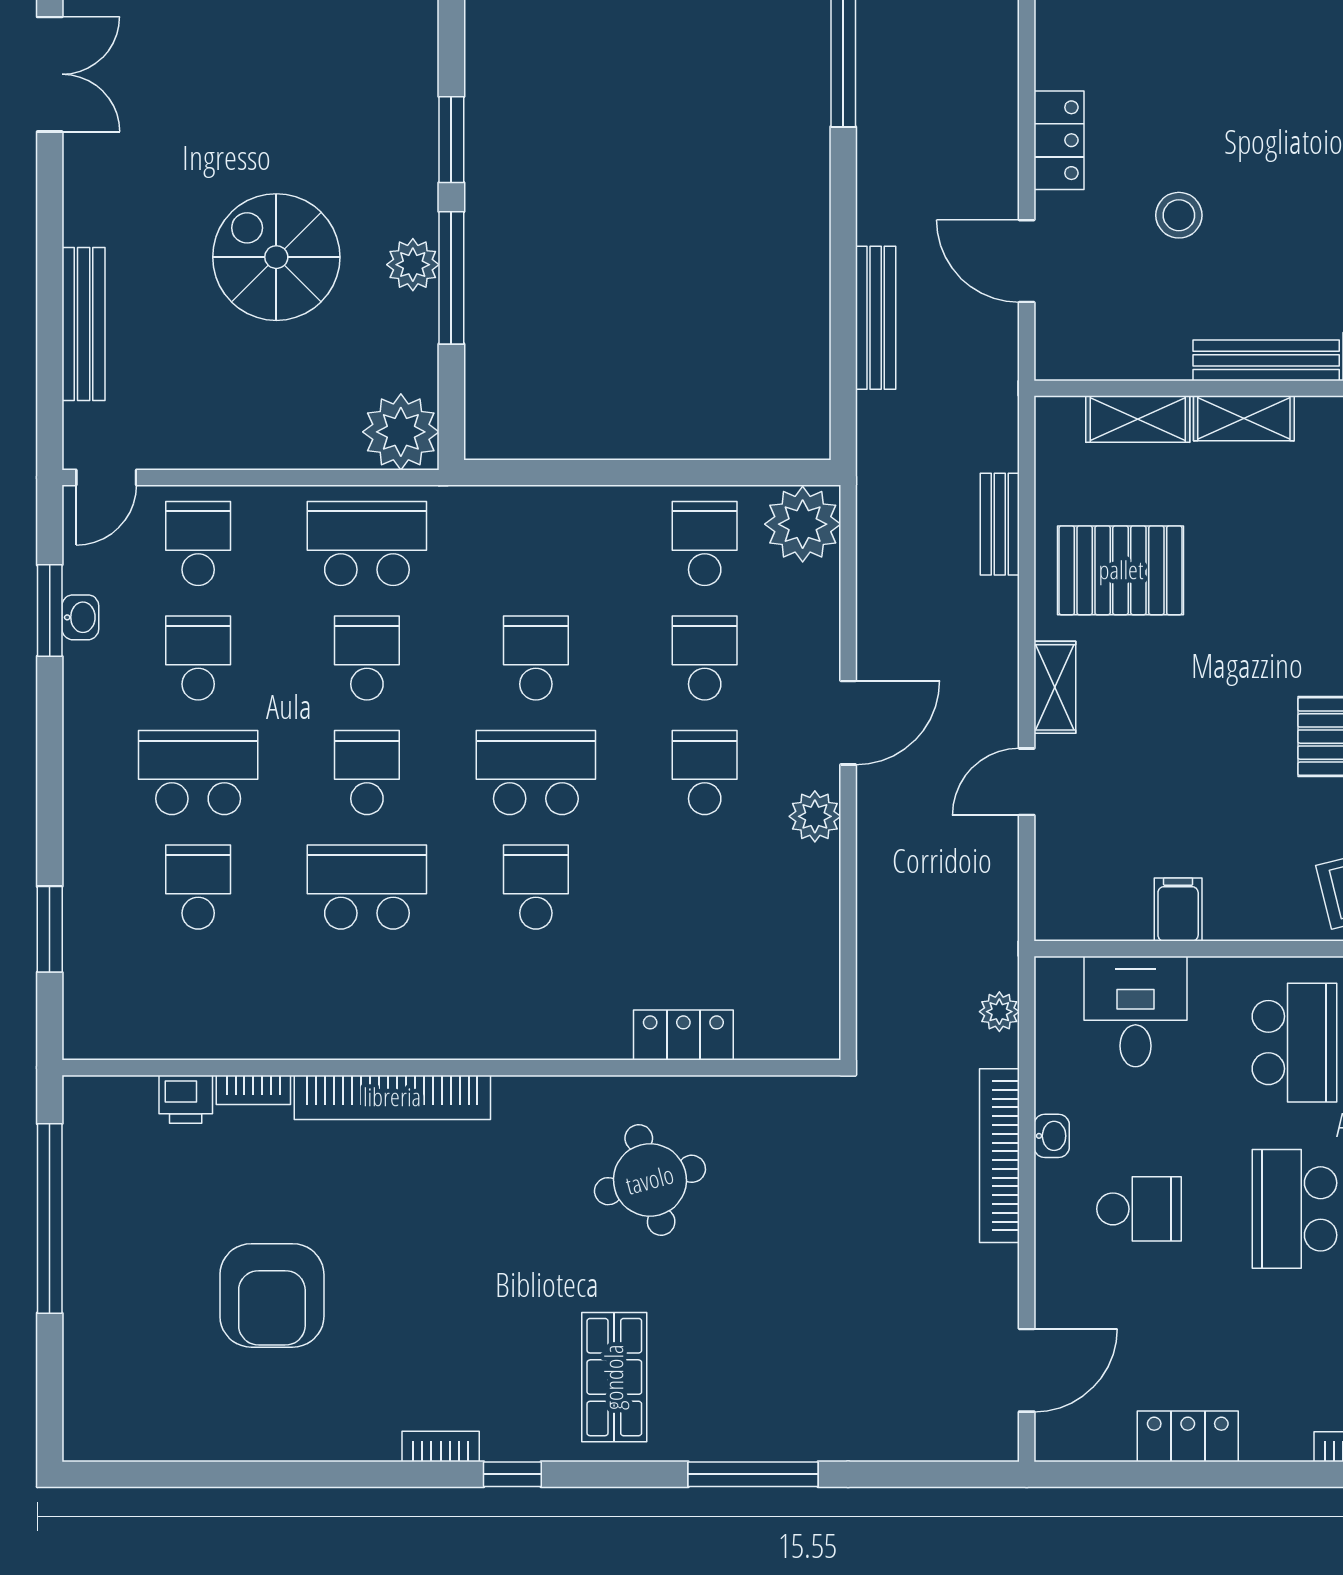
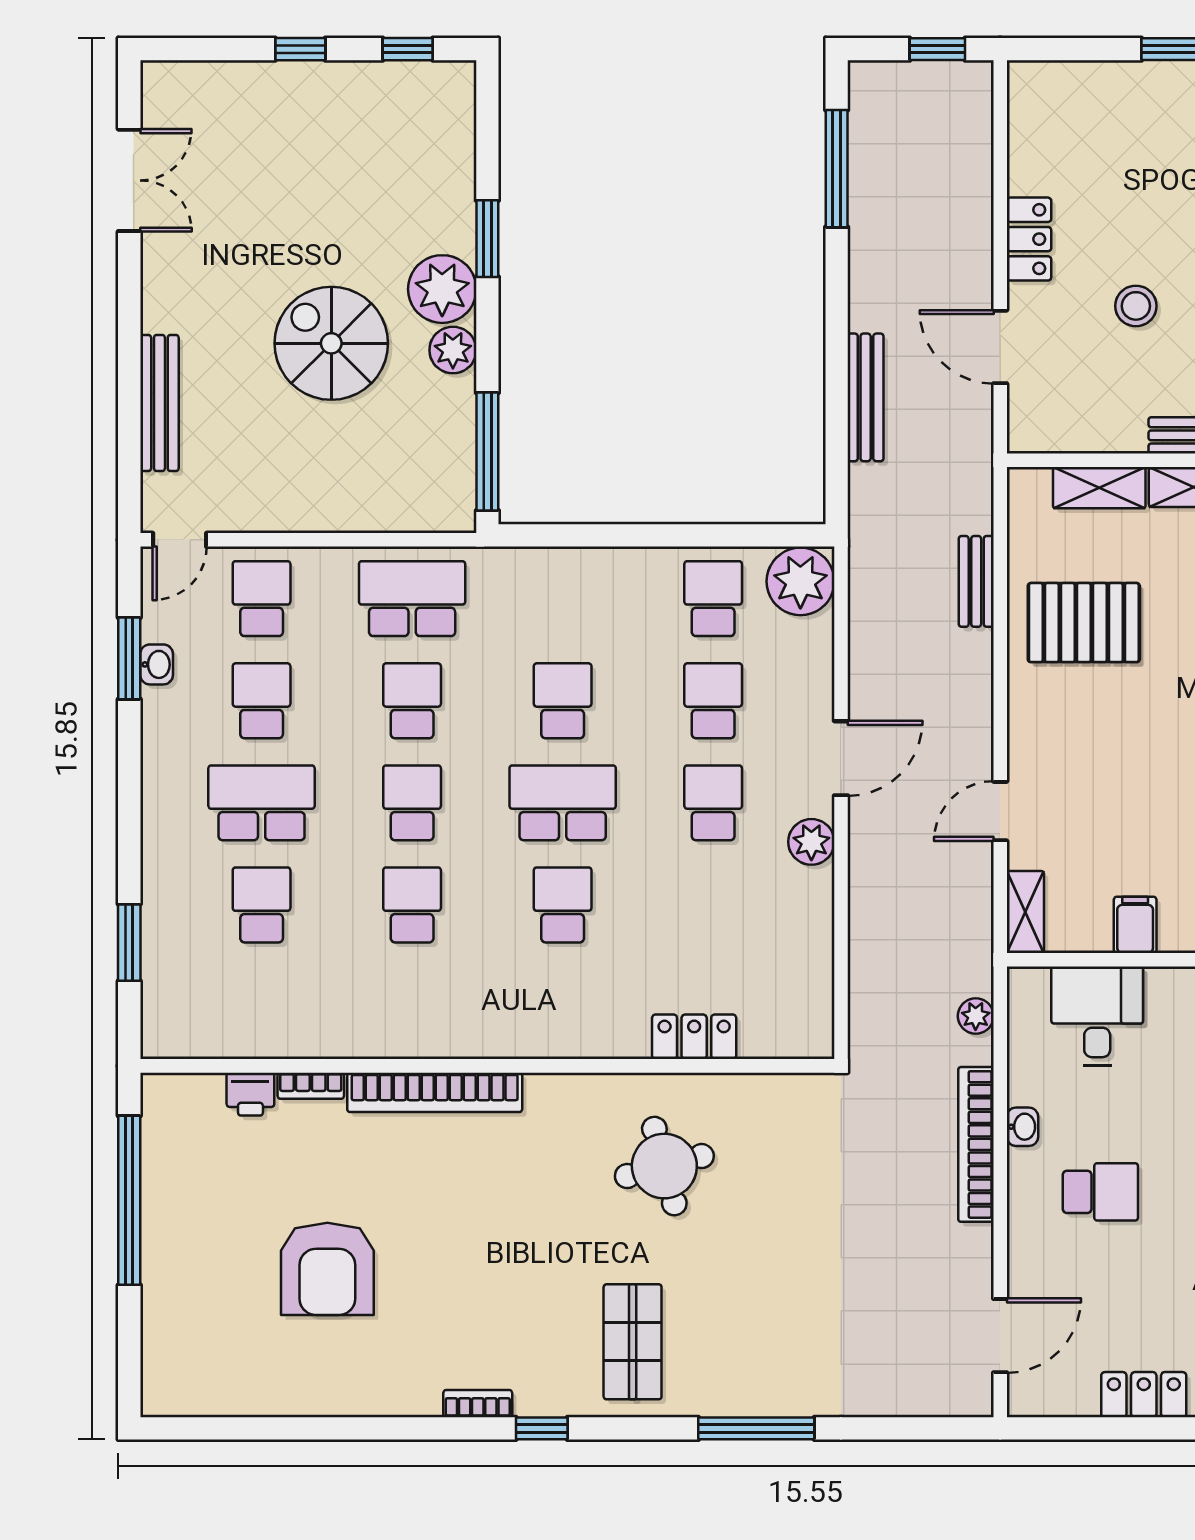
window: (451, 278) -> (487, 452), moved
plant: (401, 432) -> (442, 289), moved
shelving: (1055, 687) -> (1025, 912), moved
school desk: (367, 887) -> (412, 905), width x0.54

